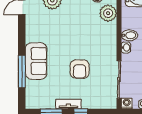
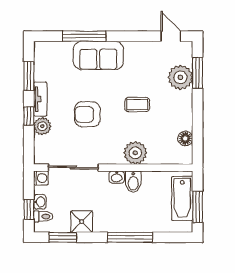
plant: (108, 13) -> (135, 153), moved
coffee table: (72, 32) -> (137, 105), added
plant: (88, 102) -> (42, 126), added

